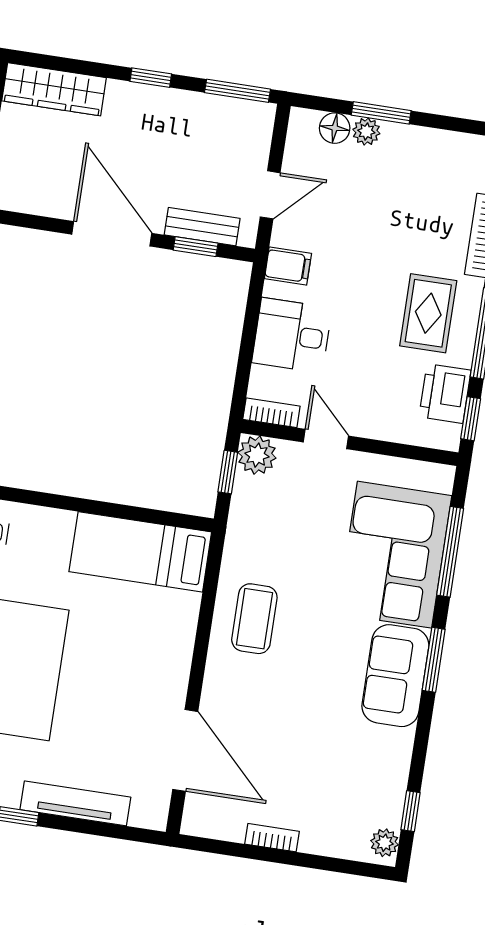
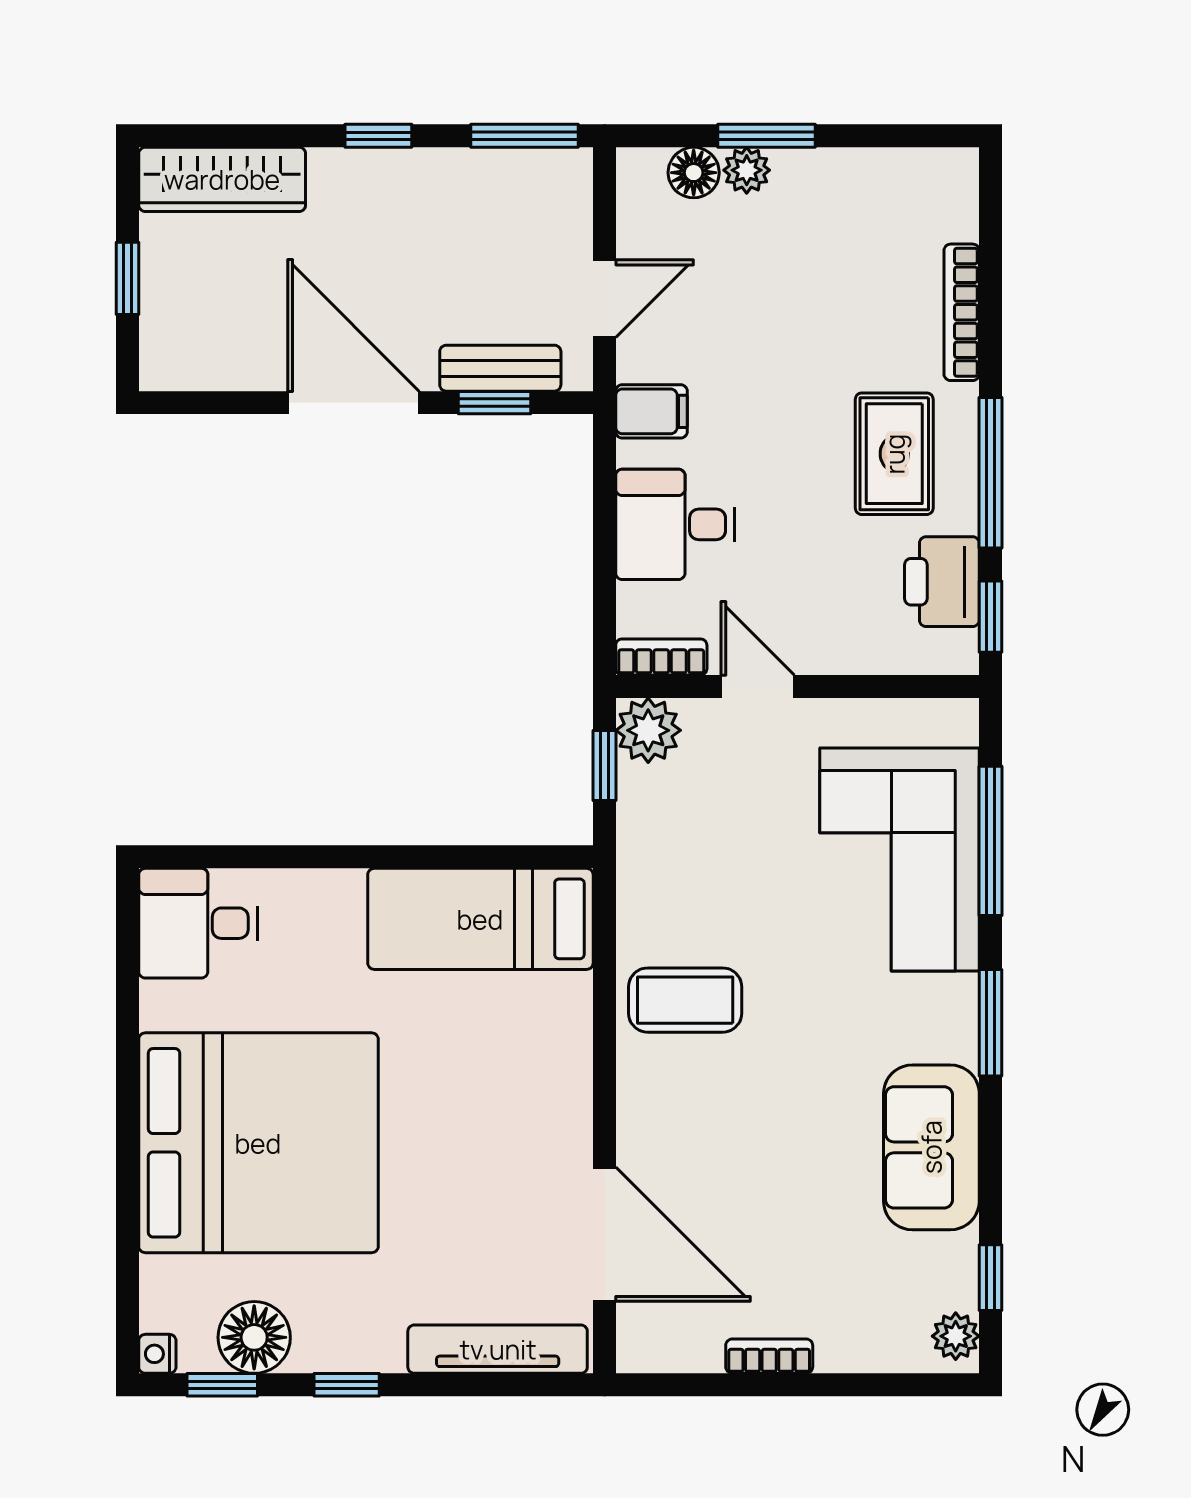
coffee table: (254, 619) -> (685, 1000), turned 90
sofa: (395, 676) -> (931, 1147), moved
tv unit: (75, 803) -> (498, 1349), moved

